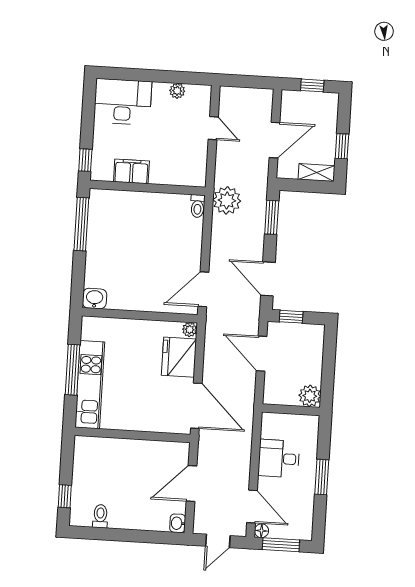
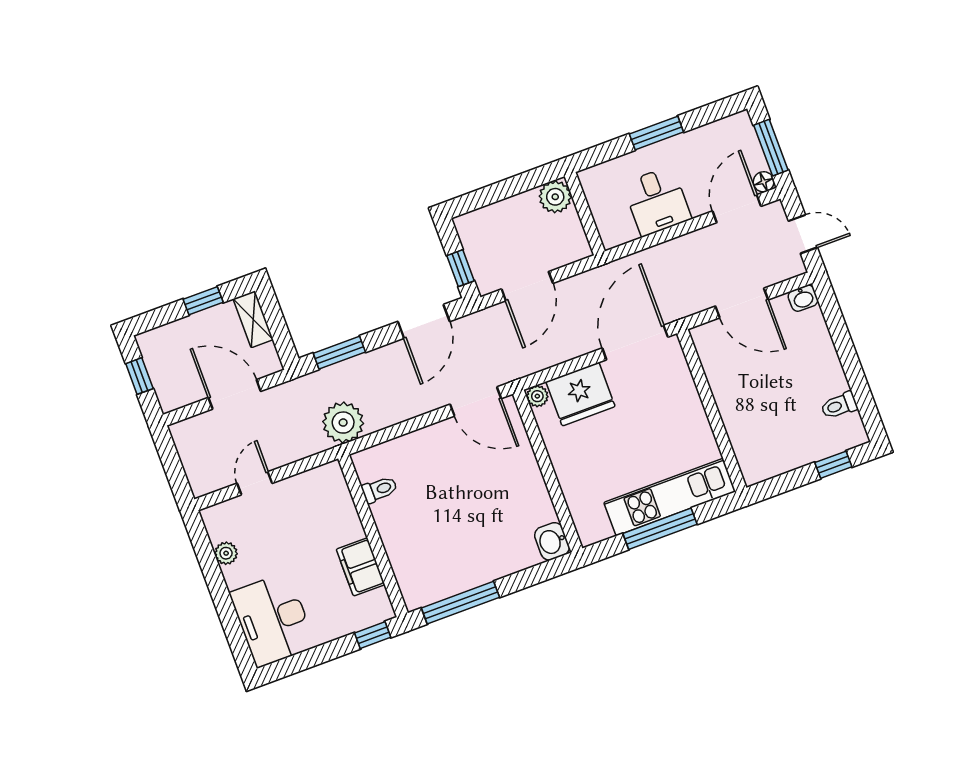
toilet: (198, 206) -> (380, 489), moved

